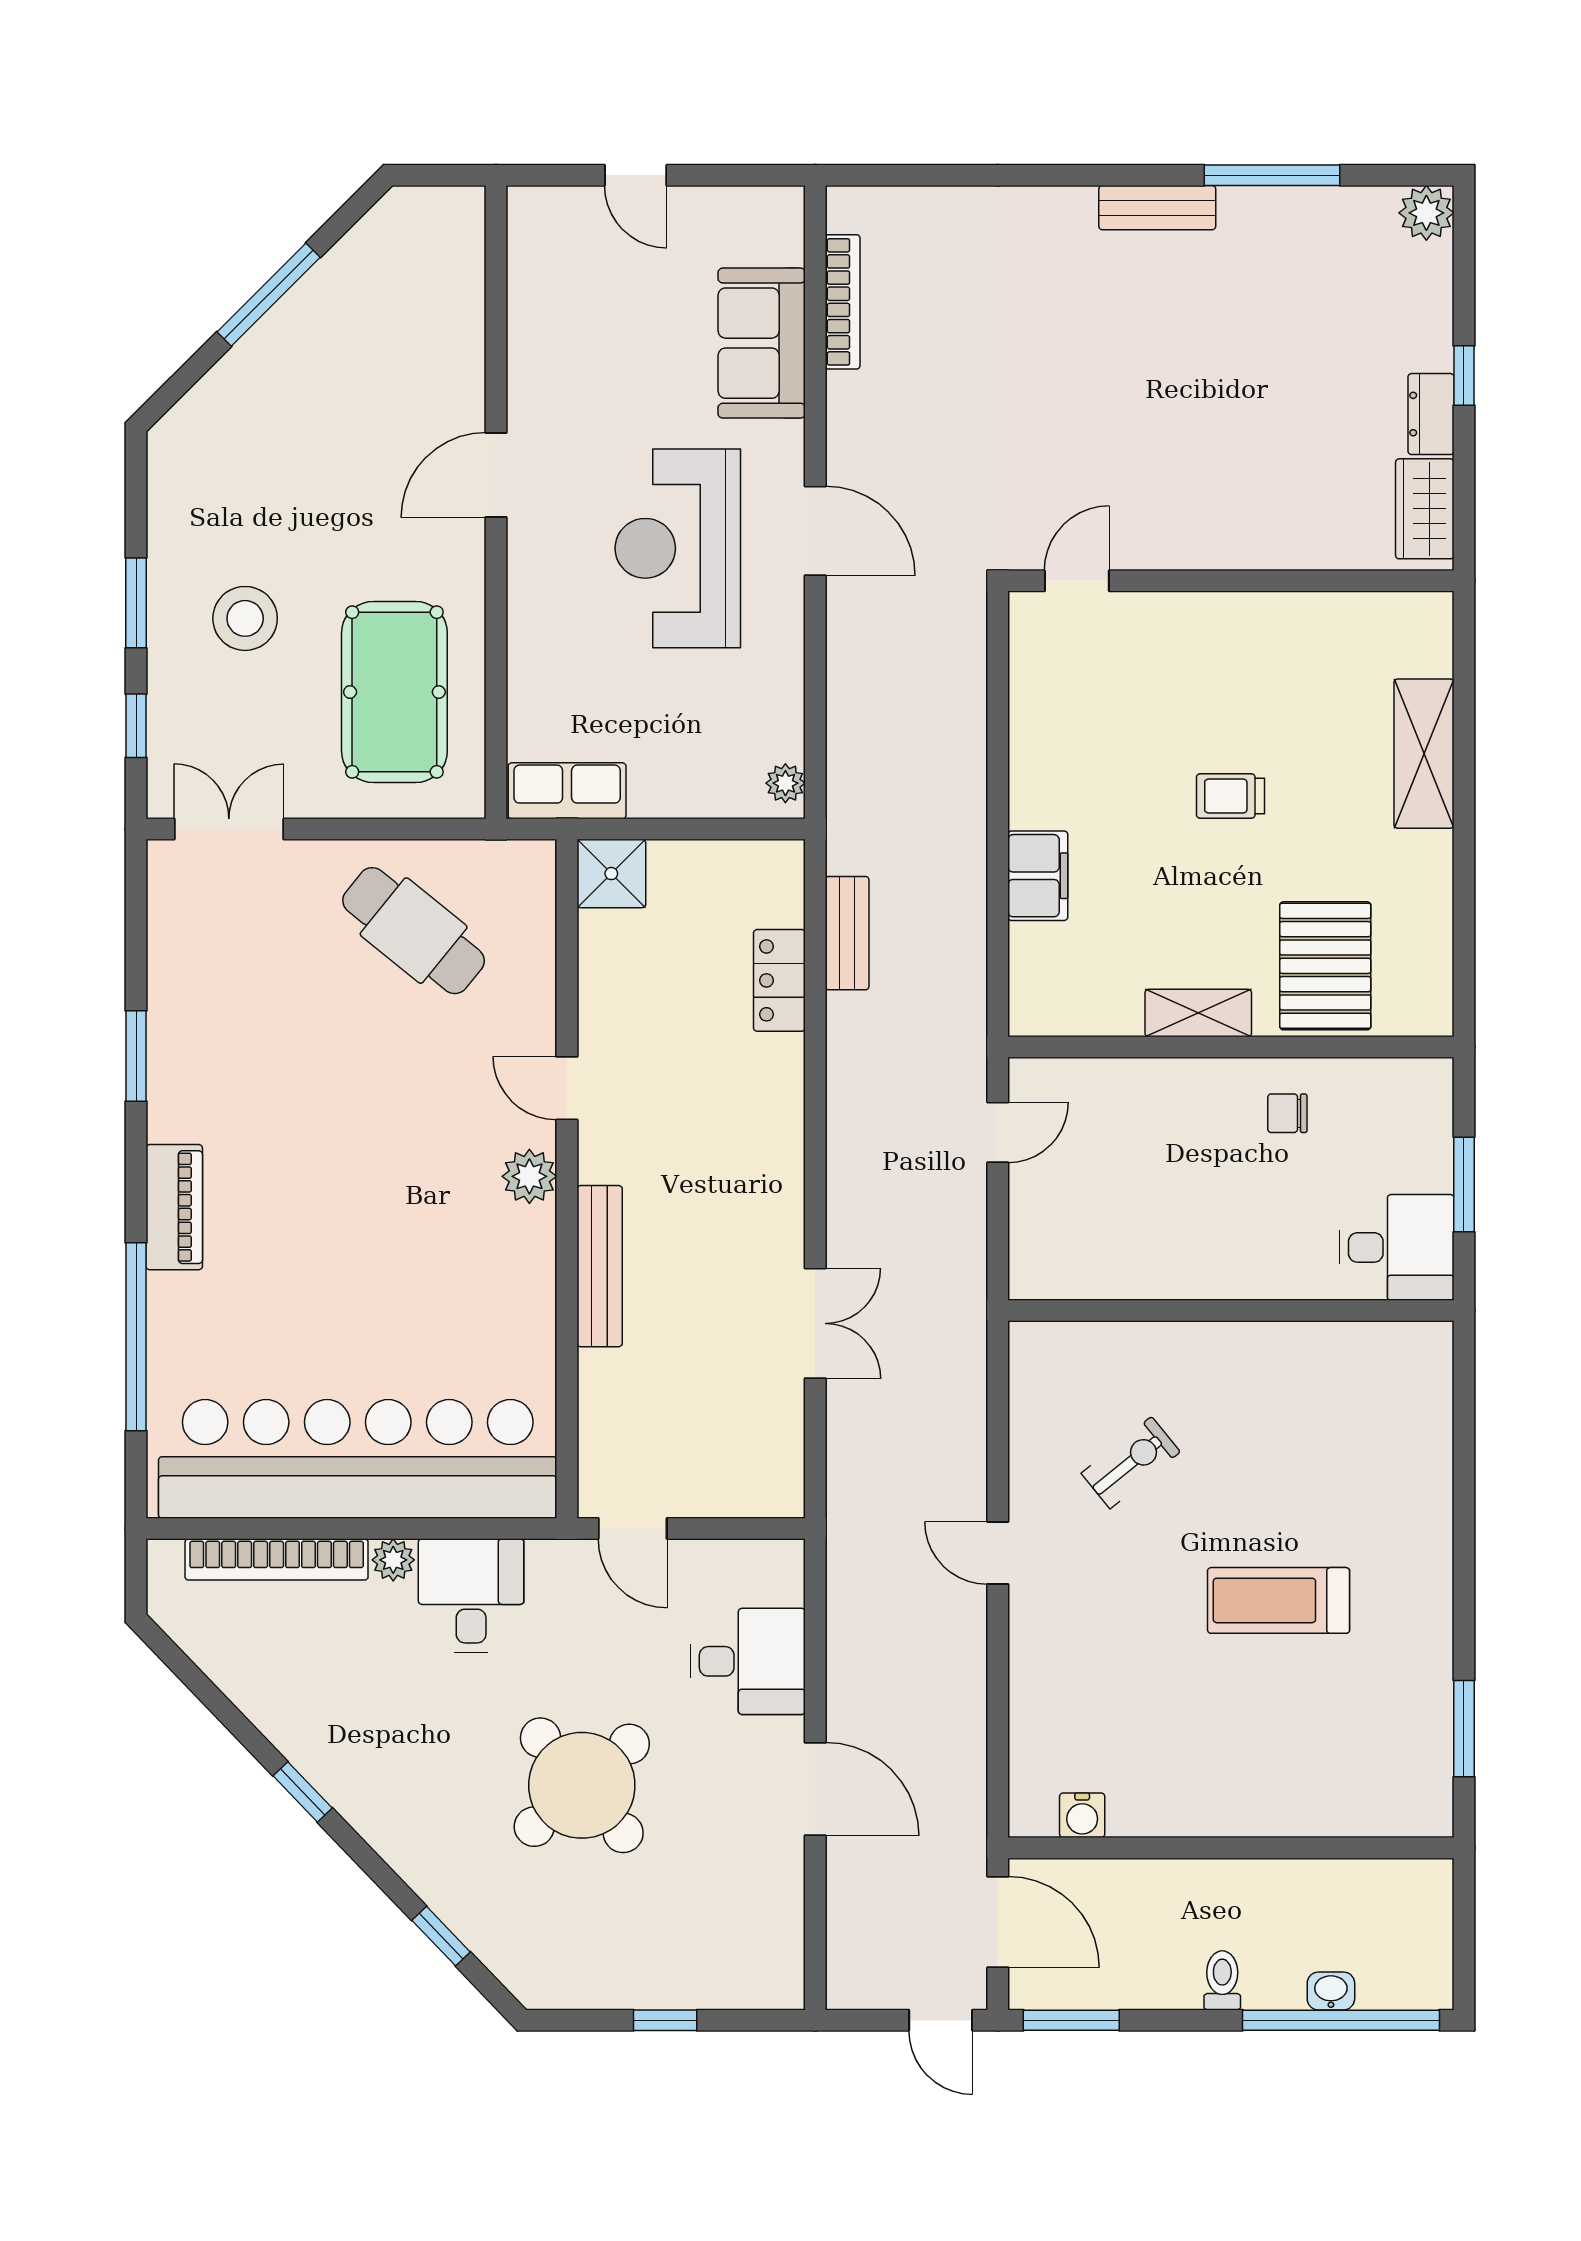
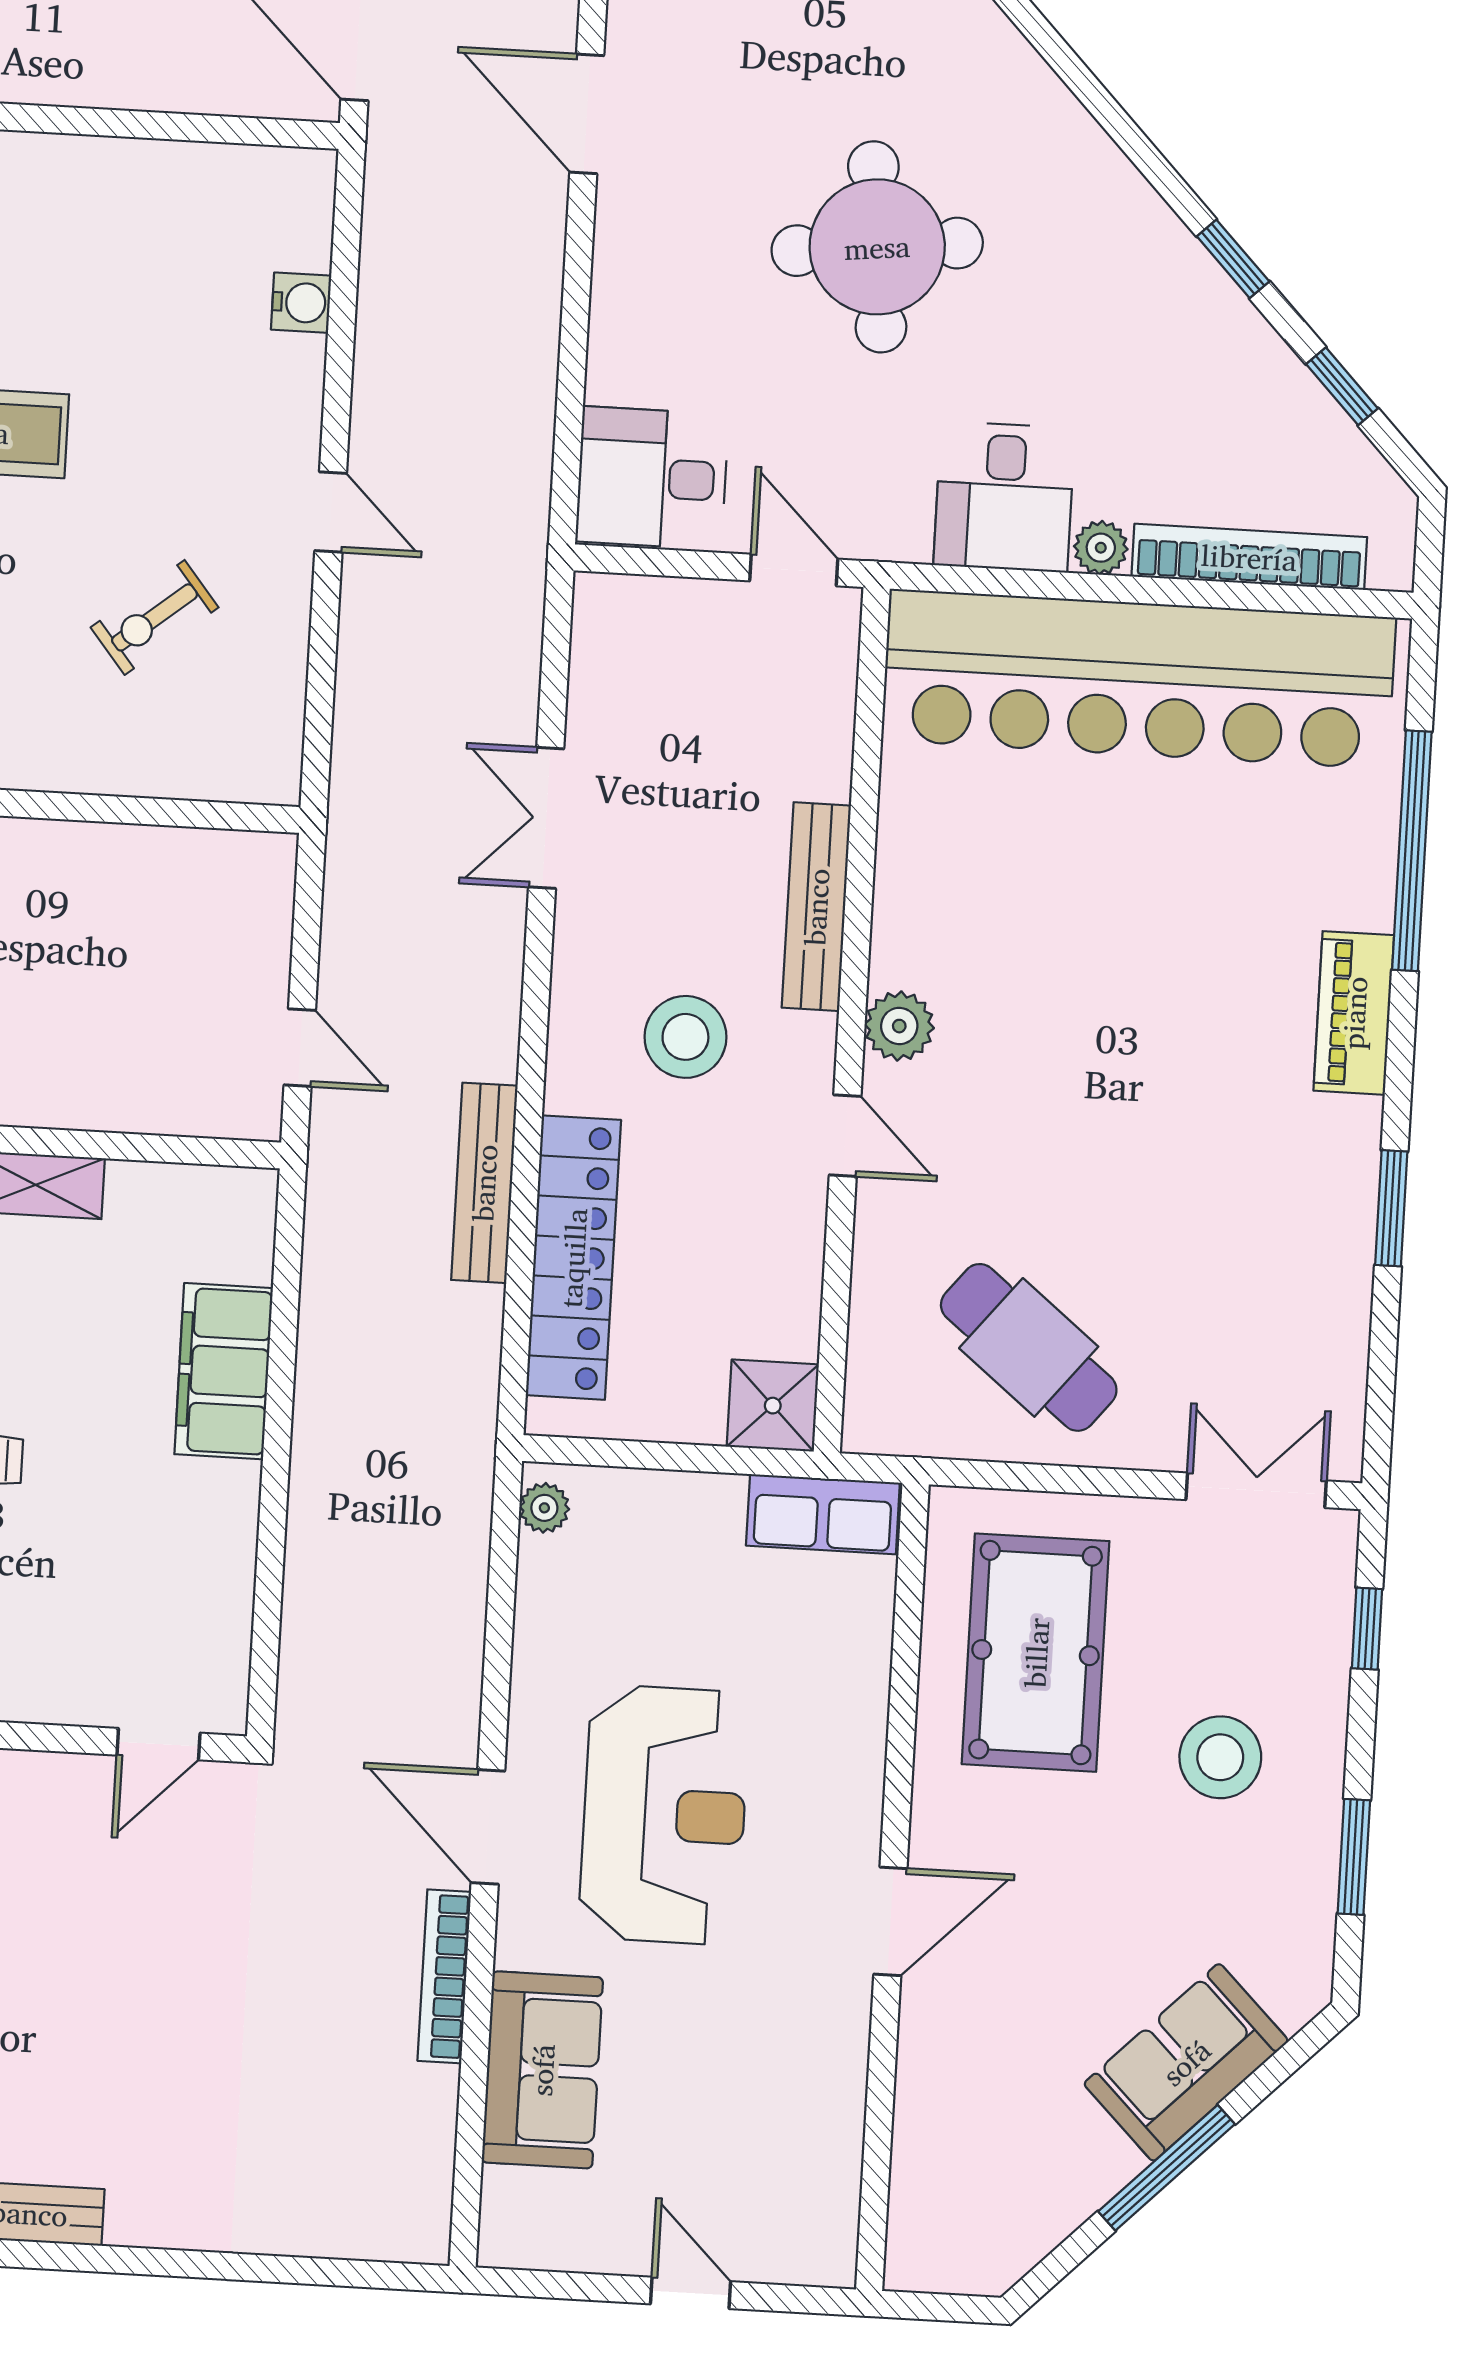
bookcase: (843, 302) -> (444, 1976), moved
sofa: (258, 378) -> (1186, 2062), added
window: (136, 603) -> (1354, 1857), moved
double door: (229, 829) -> (1256, 1490), swing flipped
filing cabinet: (1038, 876) -> (224, 1371), width x1.50, depth x1.17
bench: (847, 933) -> (484, 1183), moved, width x1.36
locker: (779, 980) -> (573, 1258), width x2.16, depth x1.21
door: (998, 1132) -> (300, 1048), swing flipped
stool: (696, 1158) -> (685, 1037), added
desk: (748, 1661) -> (652, 478), moved
round table: (582, 1785) -> (877, 247), turned 35
door: (815, 1789) -> (587, 114), moved
water cooler: (1082, 1815) -> (301, 303), moved, turned 90
window: (441, 1936) -> (1342, 386), moved

